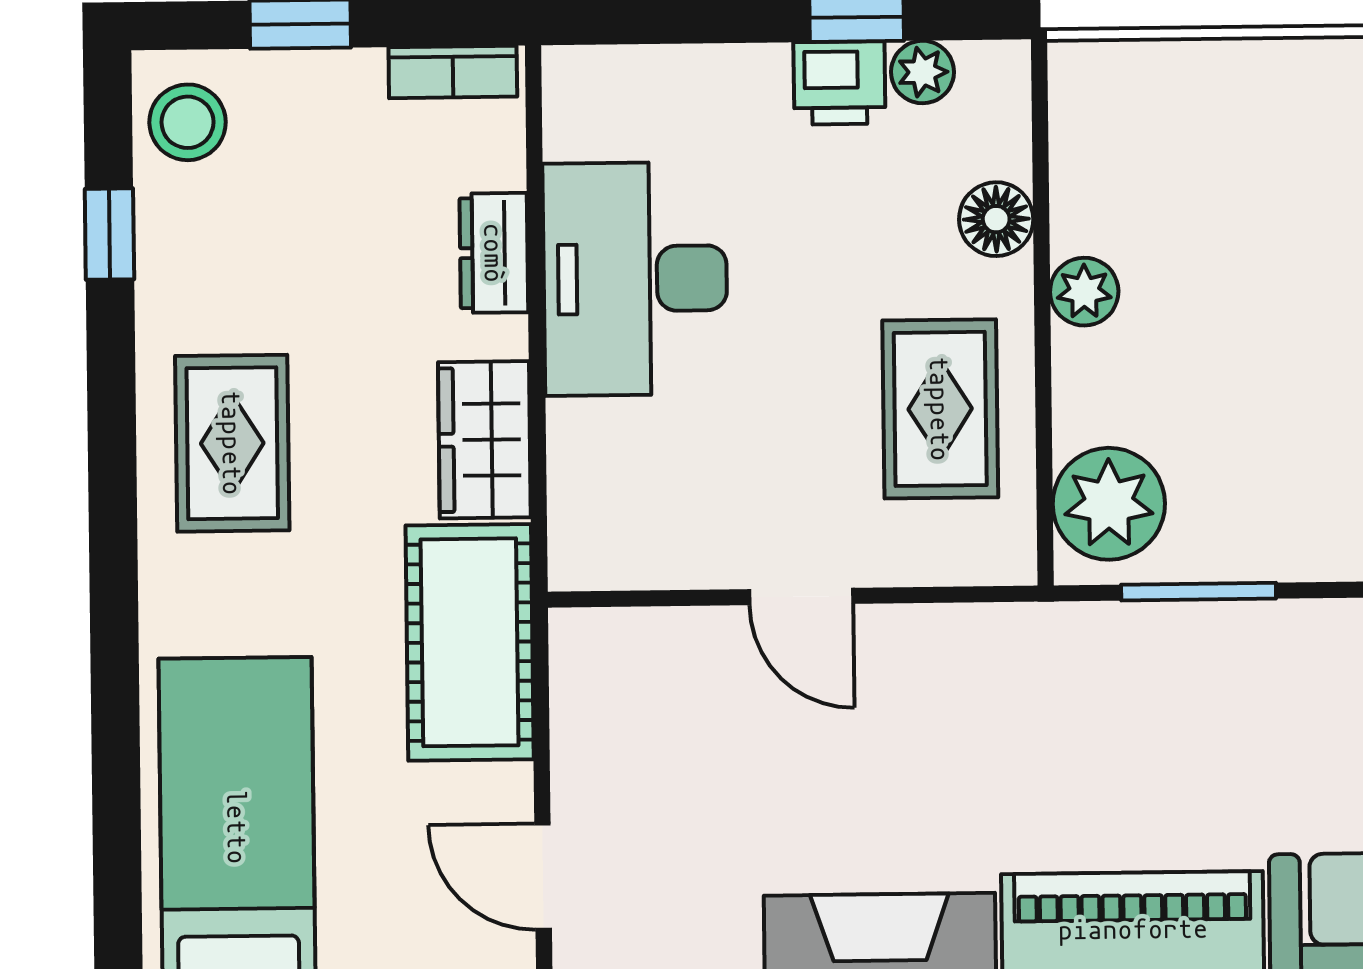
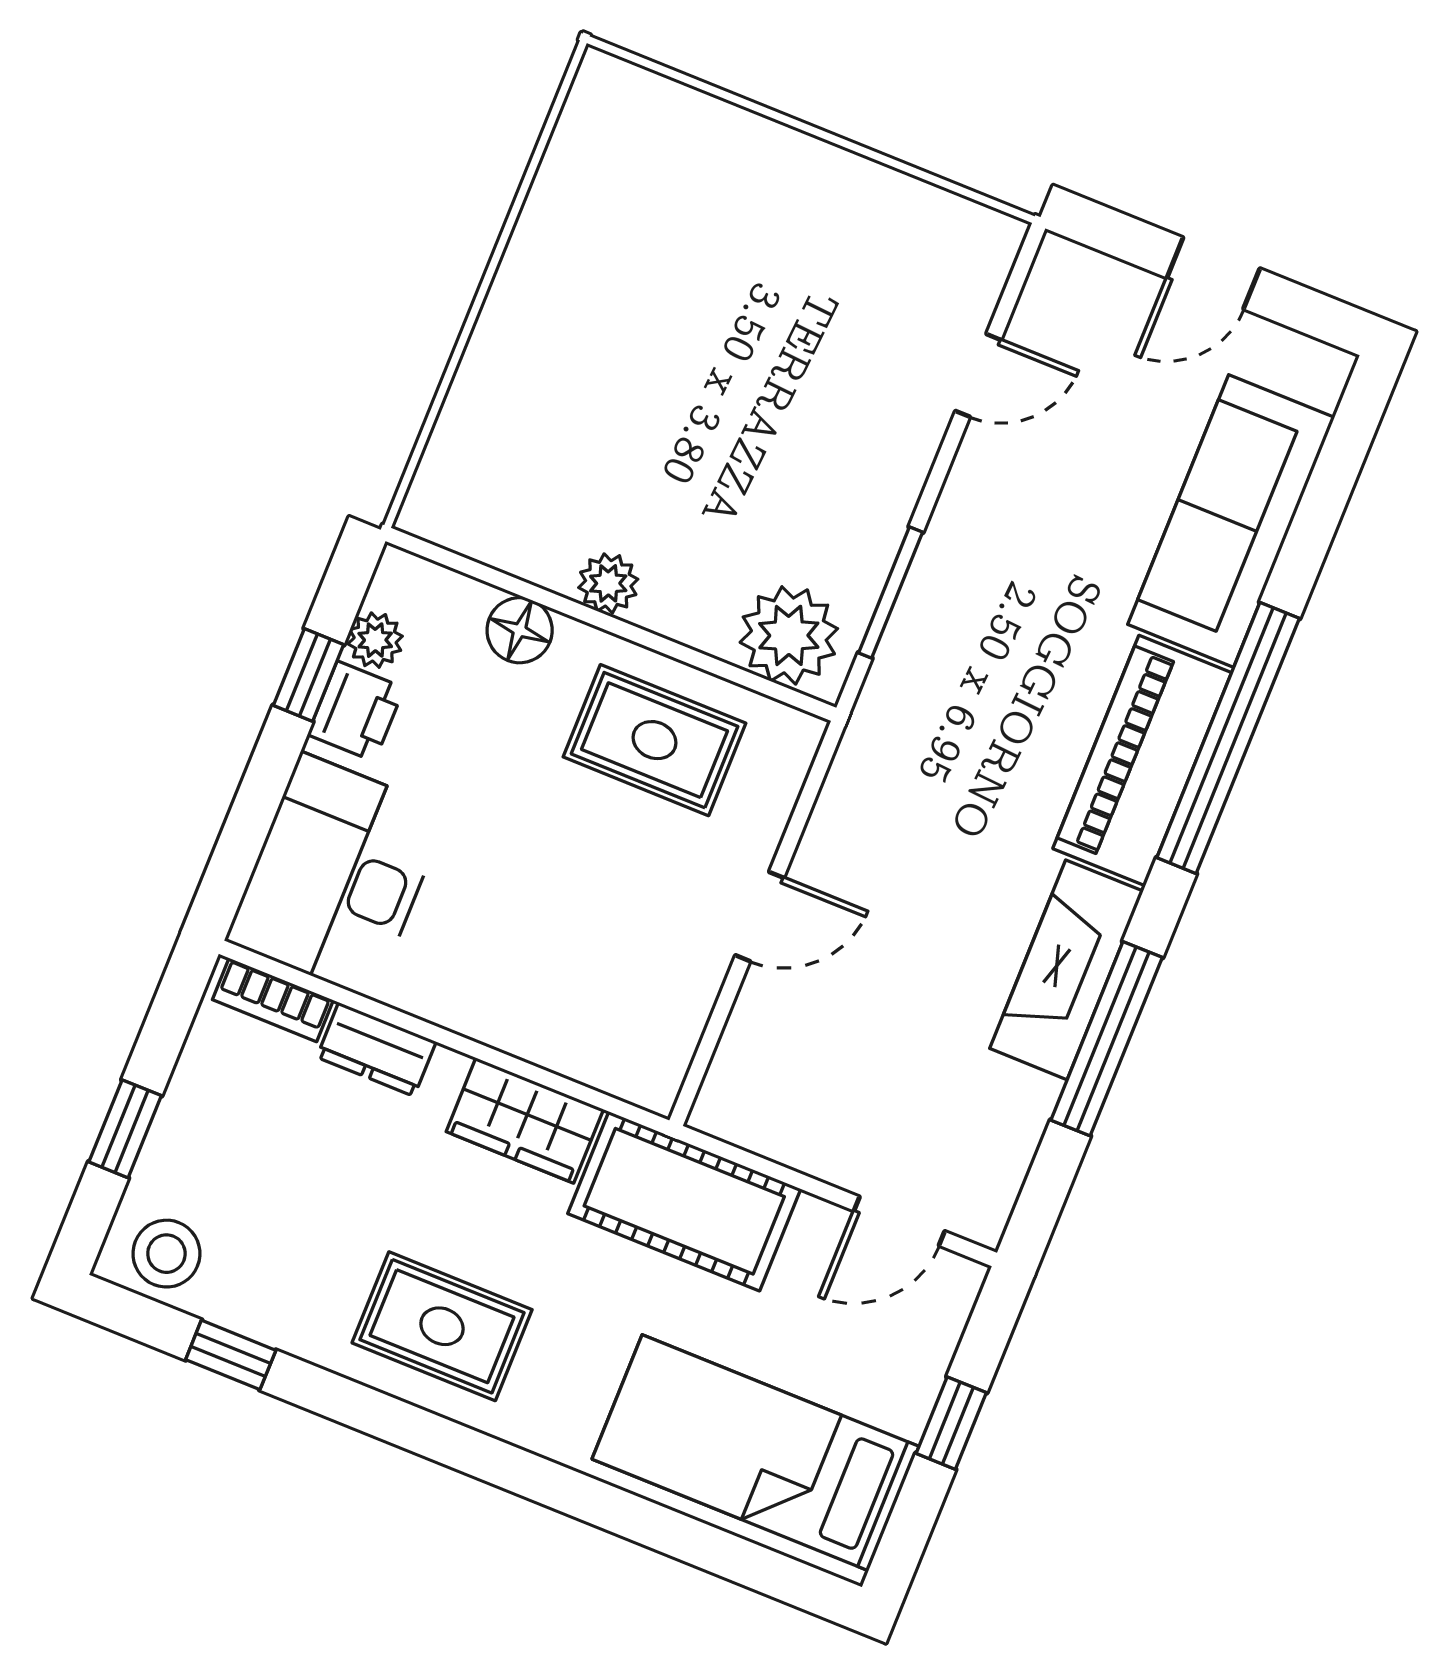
bookcase: (453, 72) -> (273, 1000), moved, turned 90
desk: (635, 279) -> (337, 876), moved, turned 90

